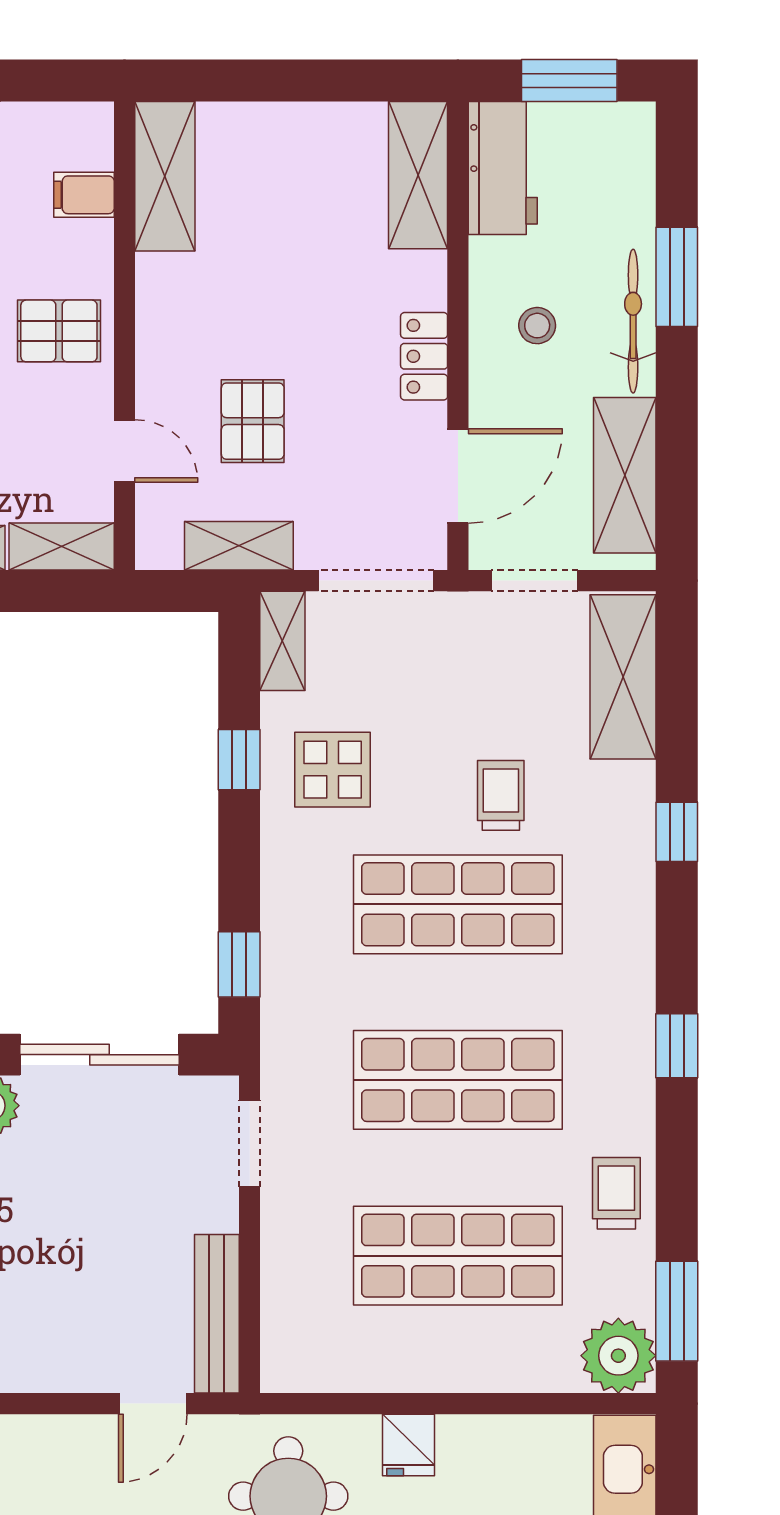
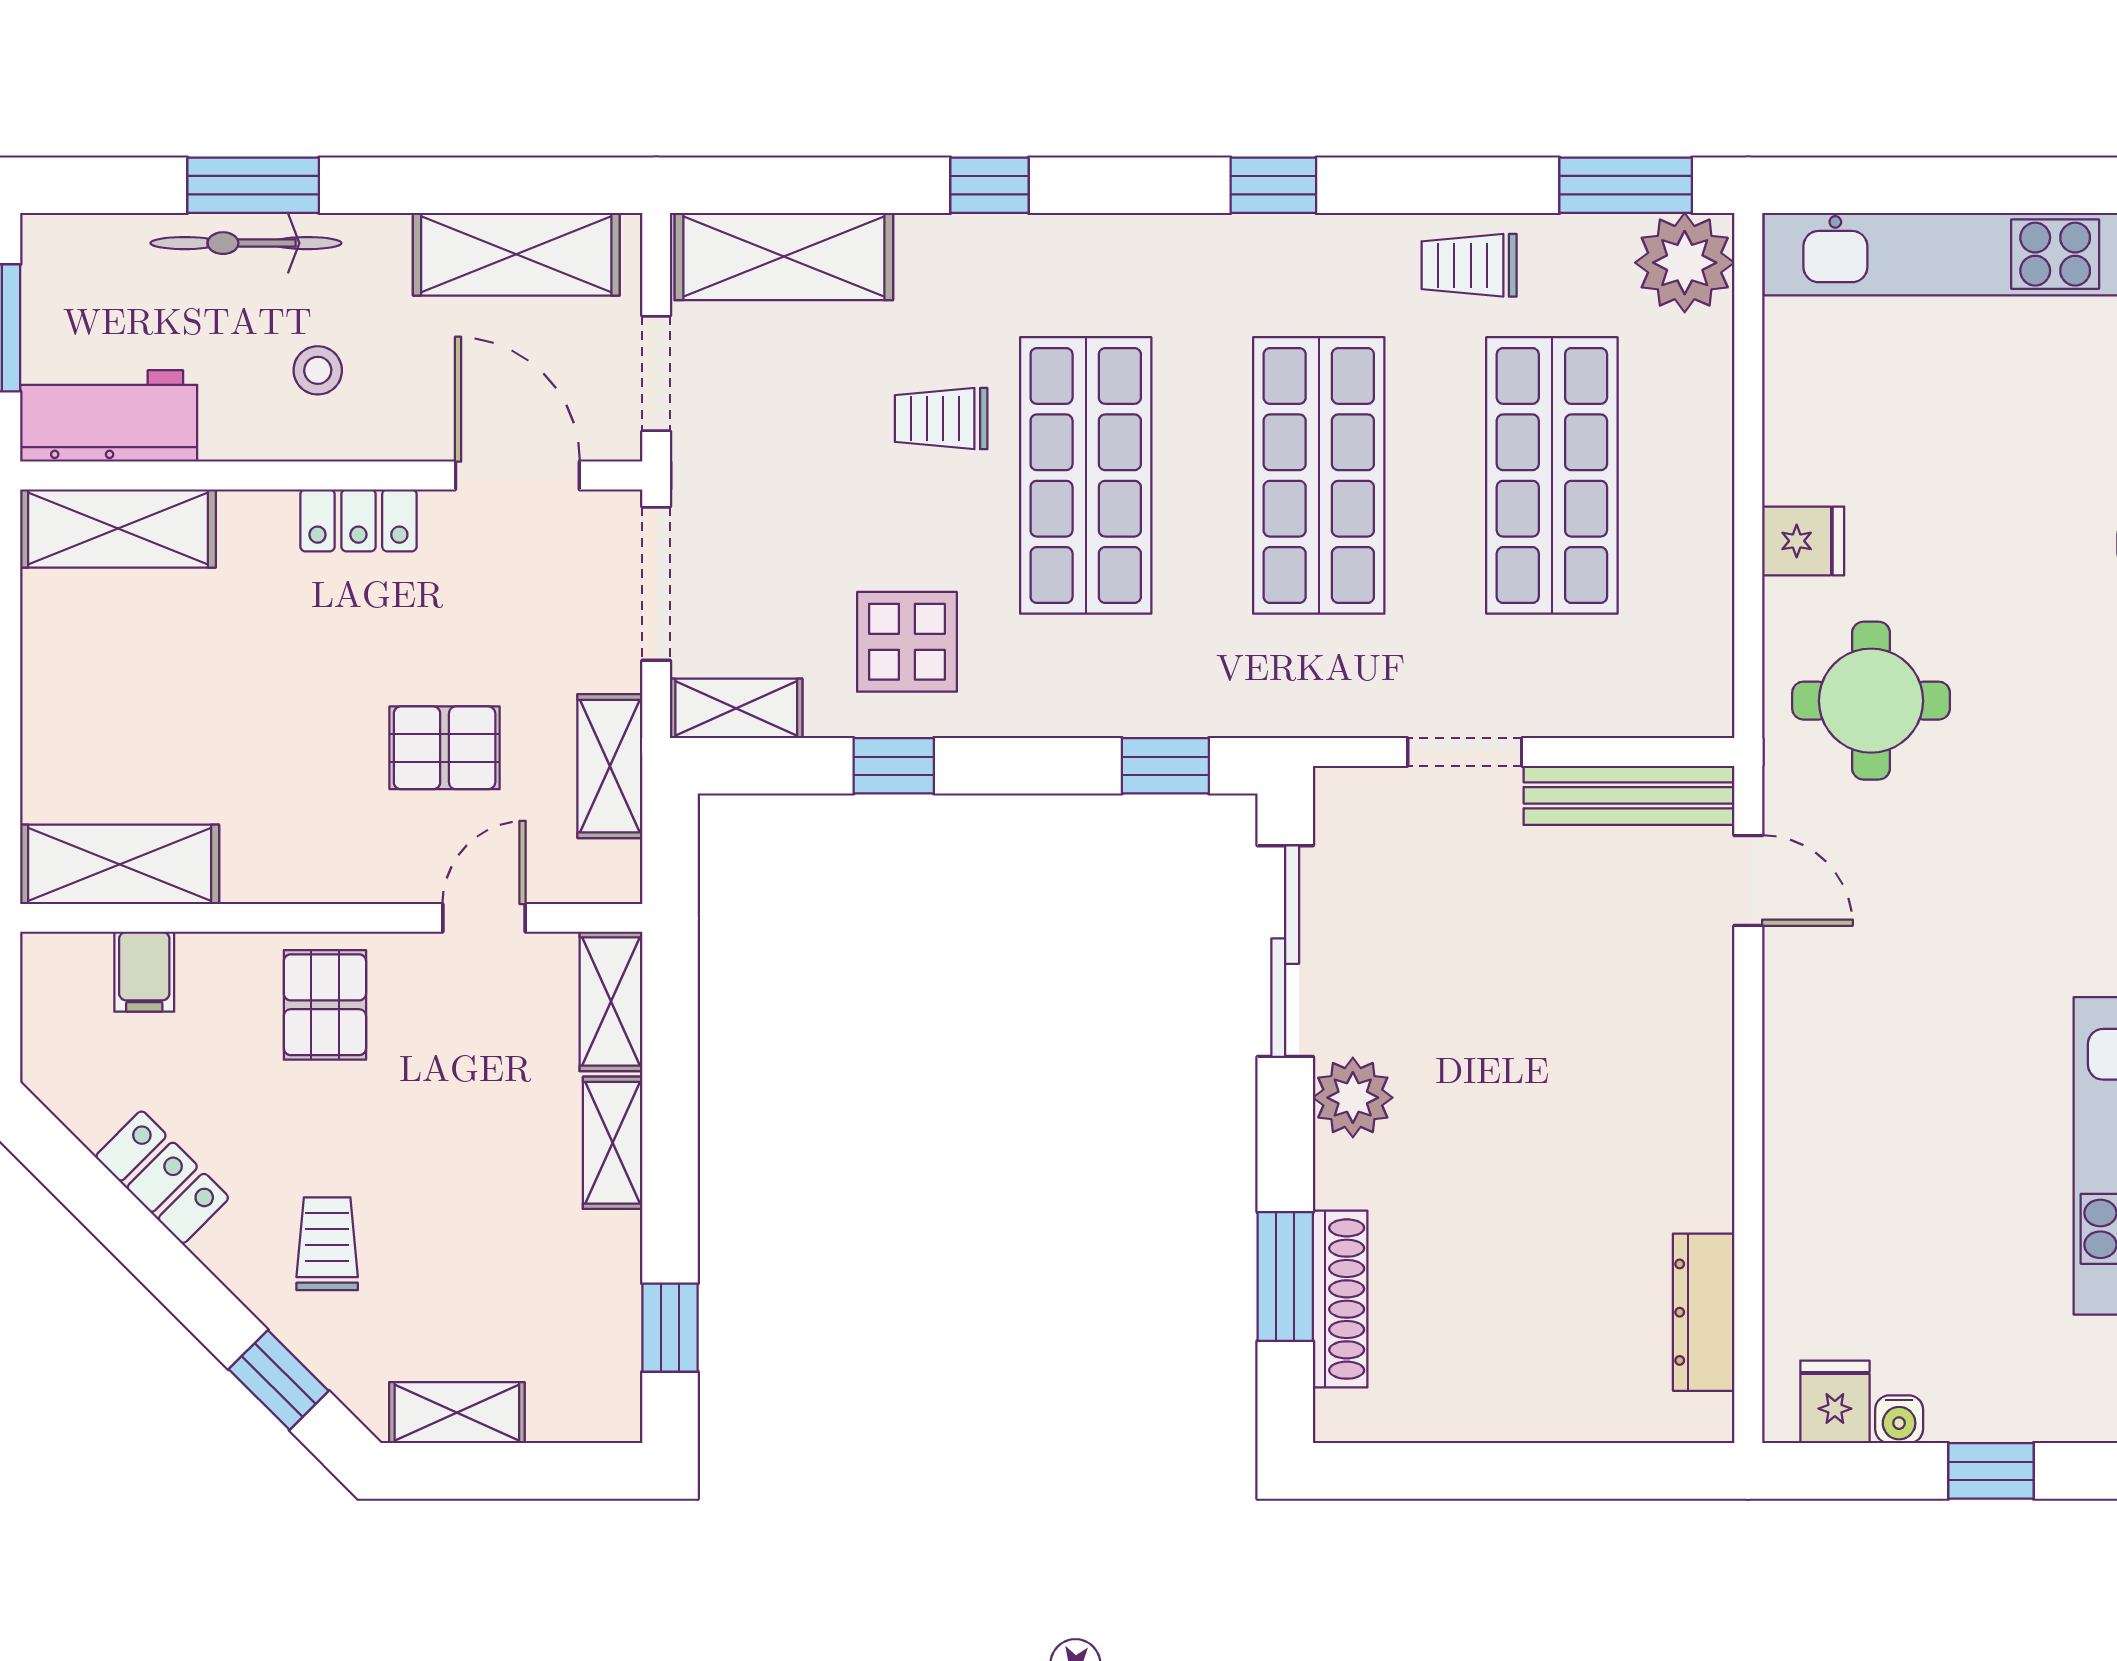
bicycle: (633, 321) -> (246, 243), moved
doorway: (250, 1144) -> (1465, 752), moved

